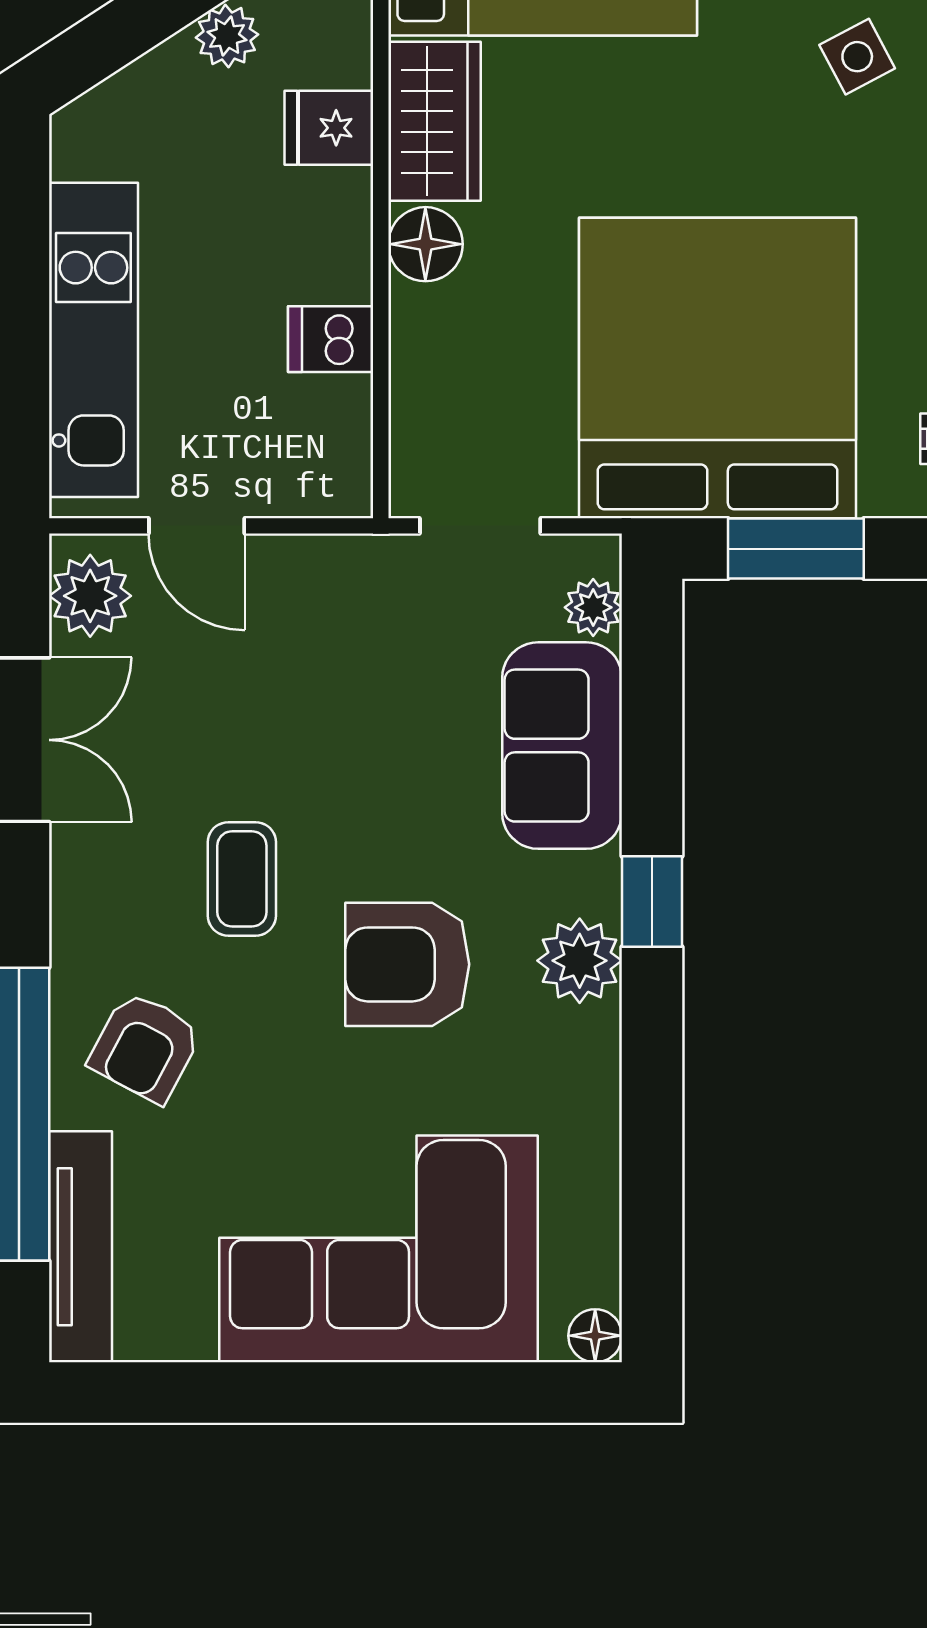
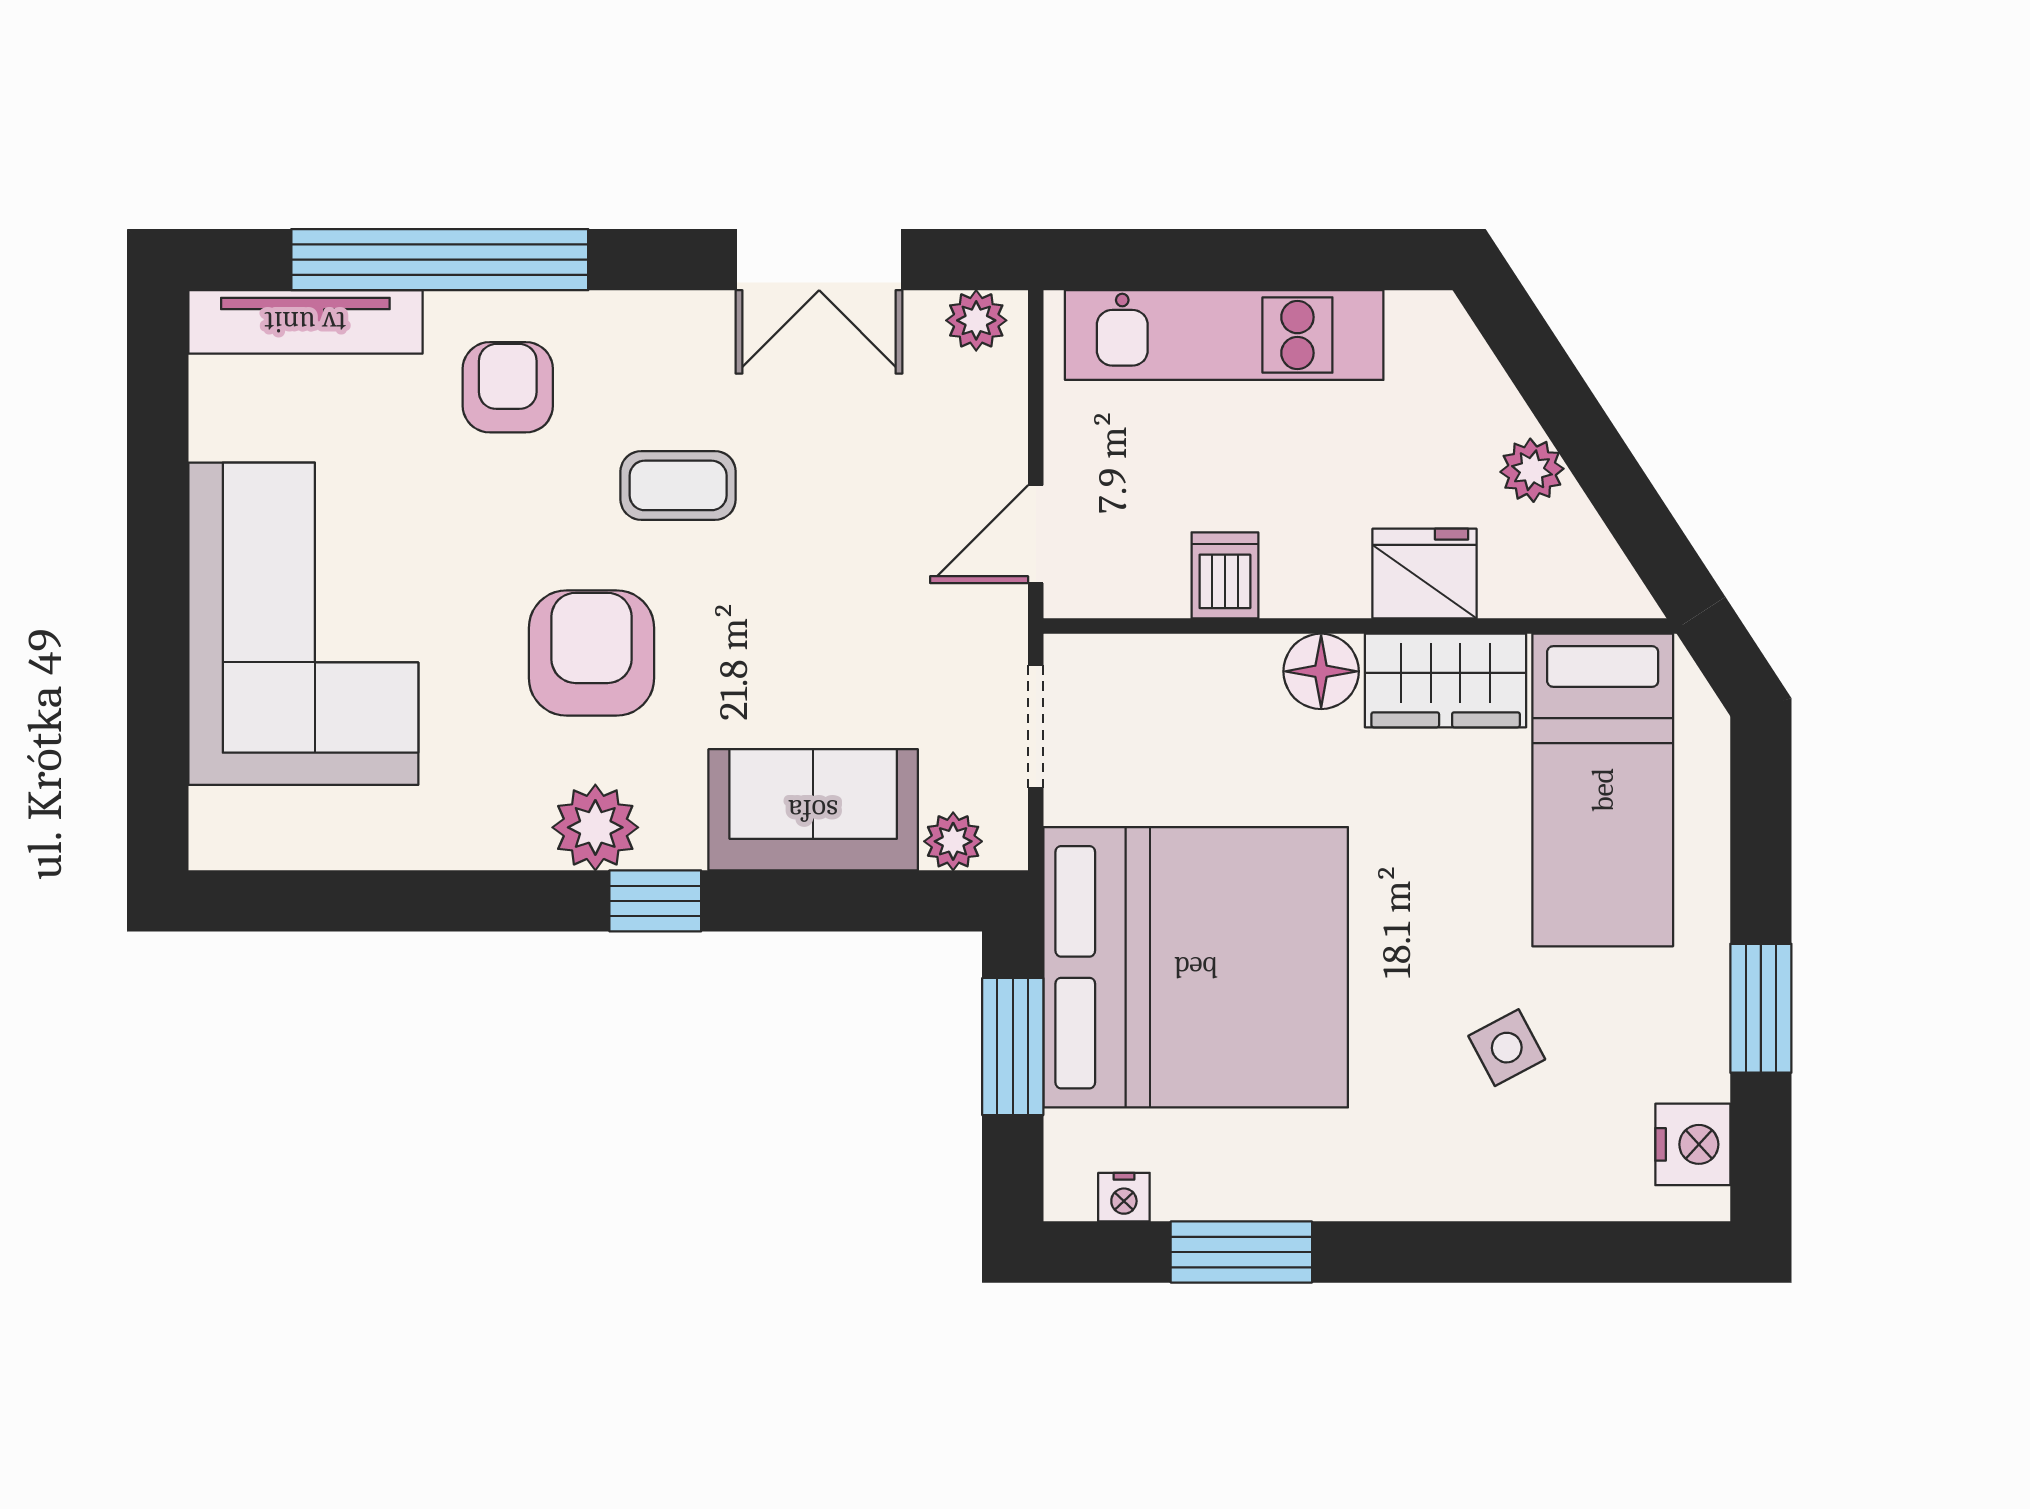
side table: (857, 57) -> (1507, 1048), moved
fridge: (329, 128) -> (1424, 574), width x1.38
door: (197, 526) -> (1036, 534), moved
plant: (90, 596) -> (976, 320), width x0.73, depth x0.73
armchair: (145, 1047) -> (508, 387), turned 62
floor lamp: (595, 1336) -> (215, 843), removed

